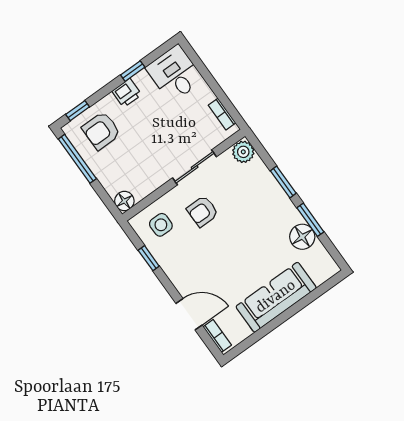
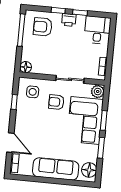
window: (78, 111) -> (58, 10), moved
corner sofa: (260, 203) -> (85, 120), added
floor lamp: (302, 237) -> (89, 170), moved

